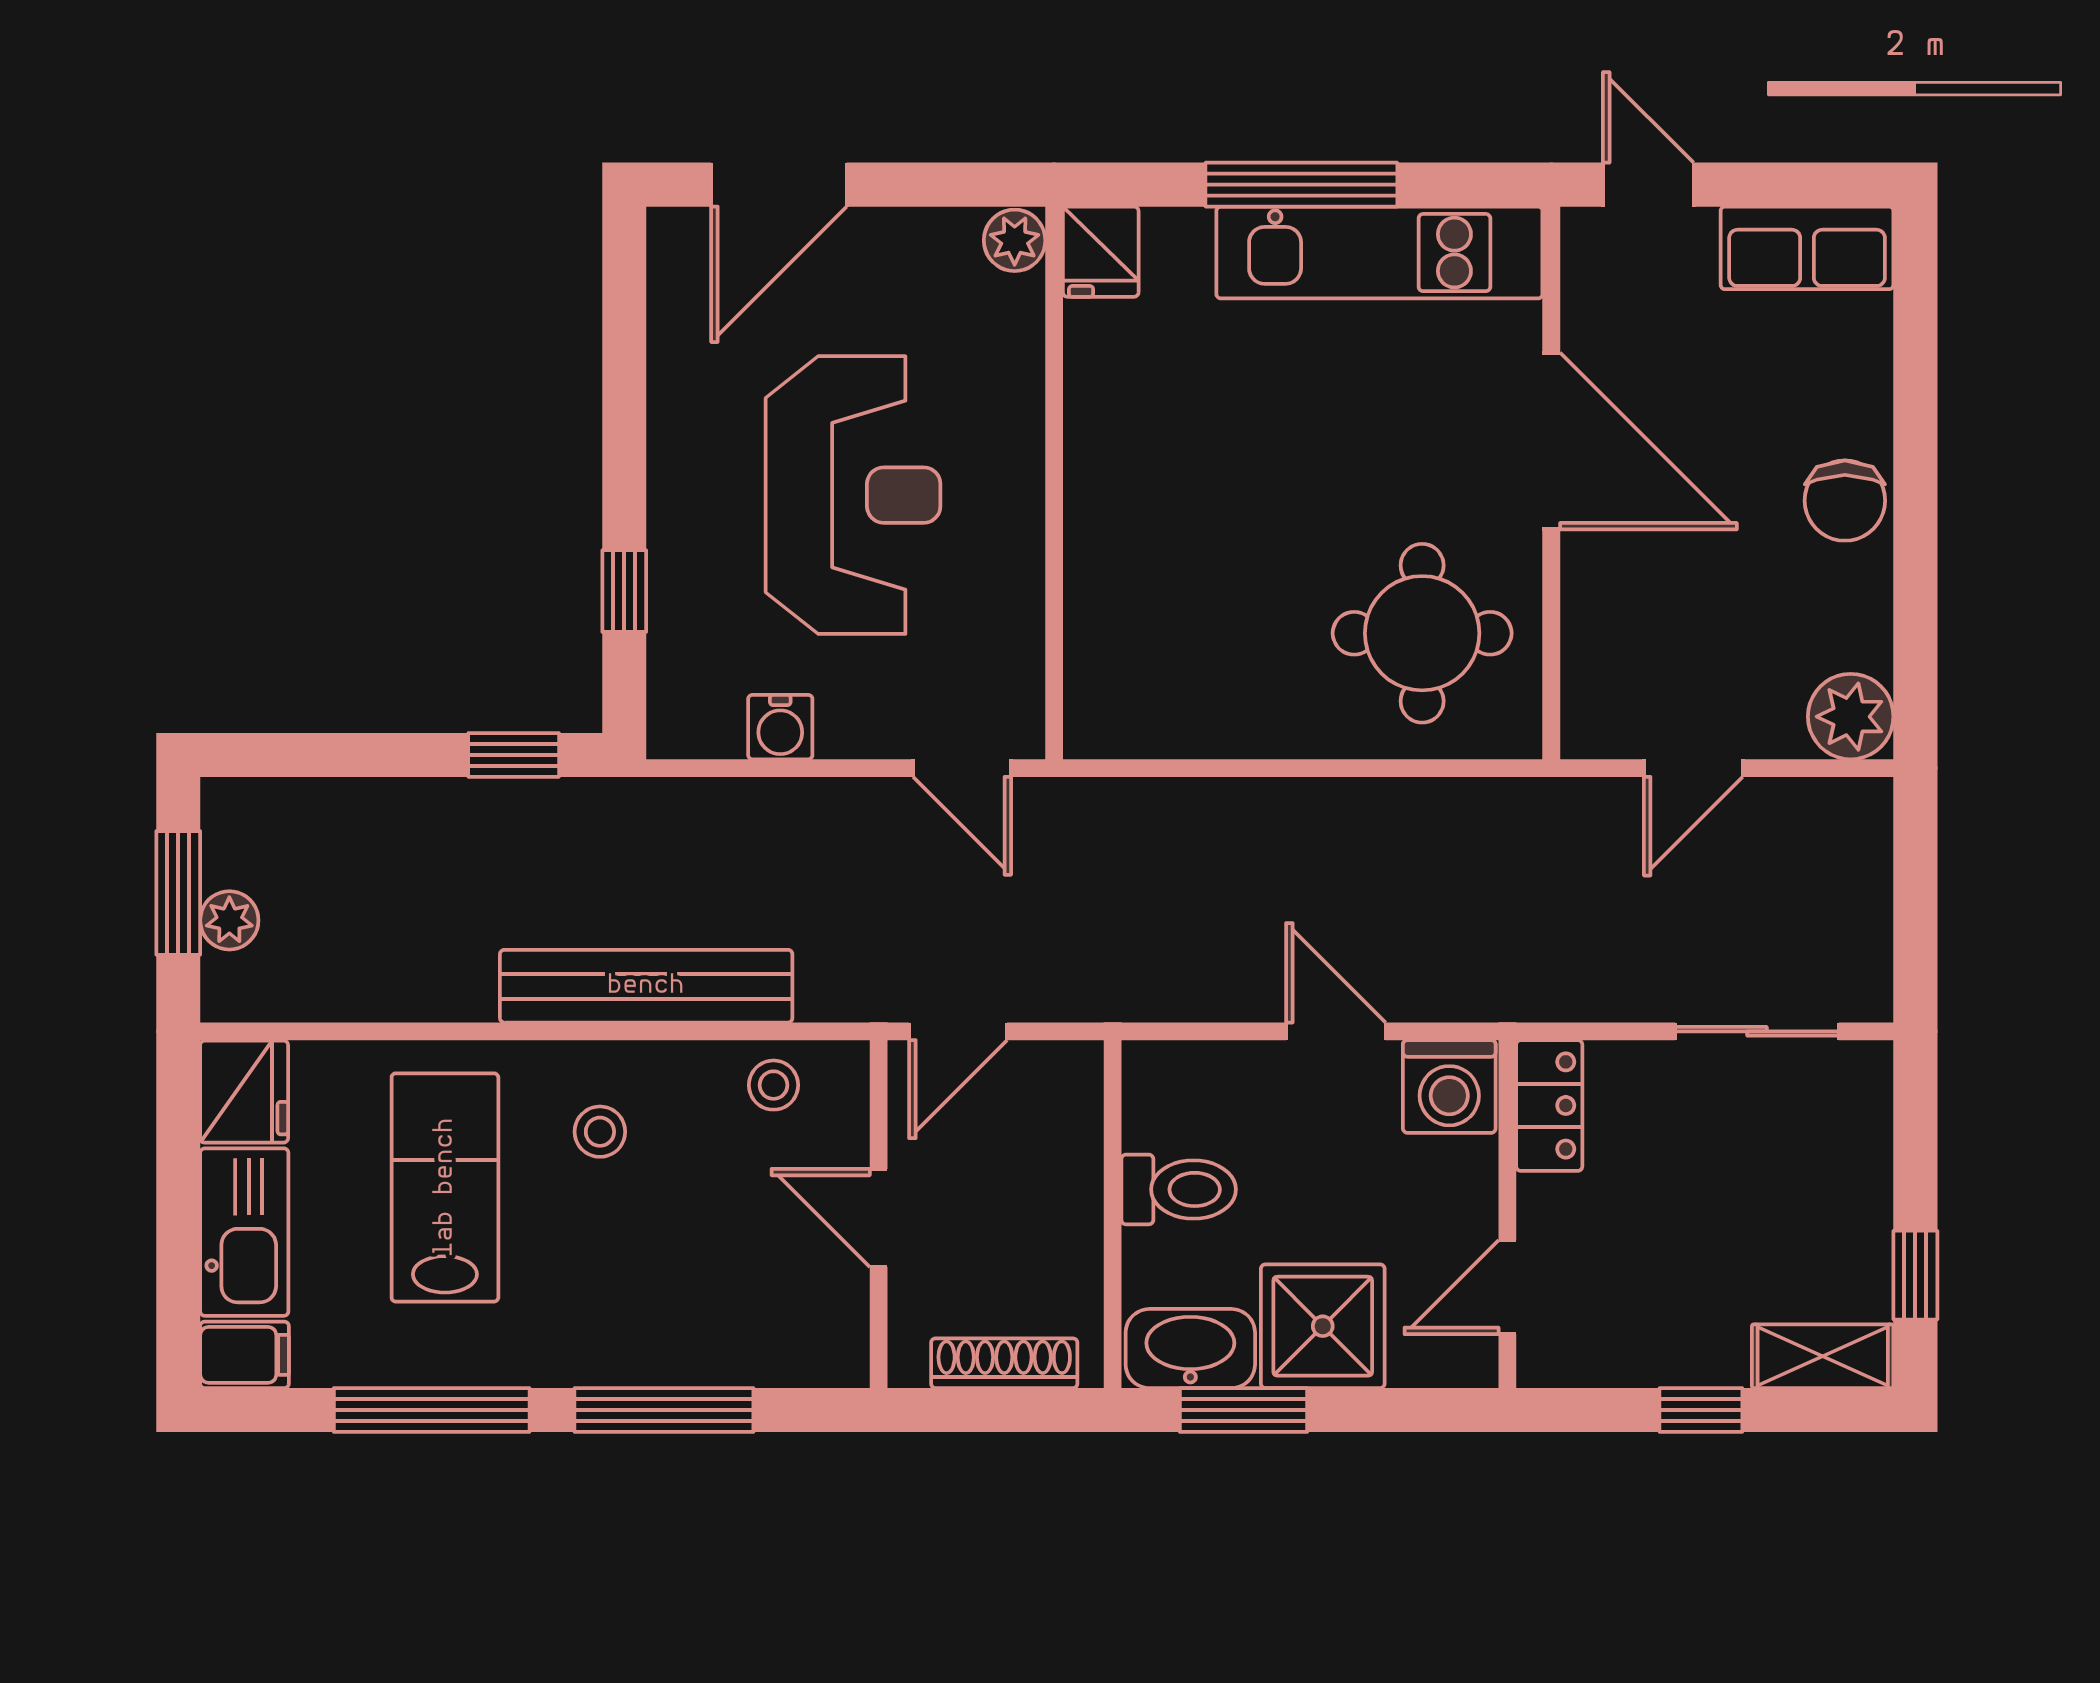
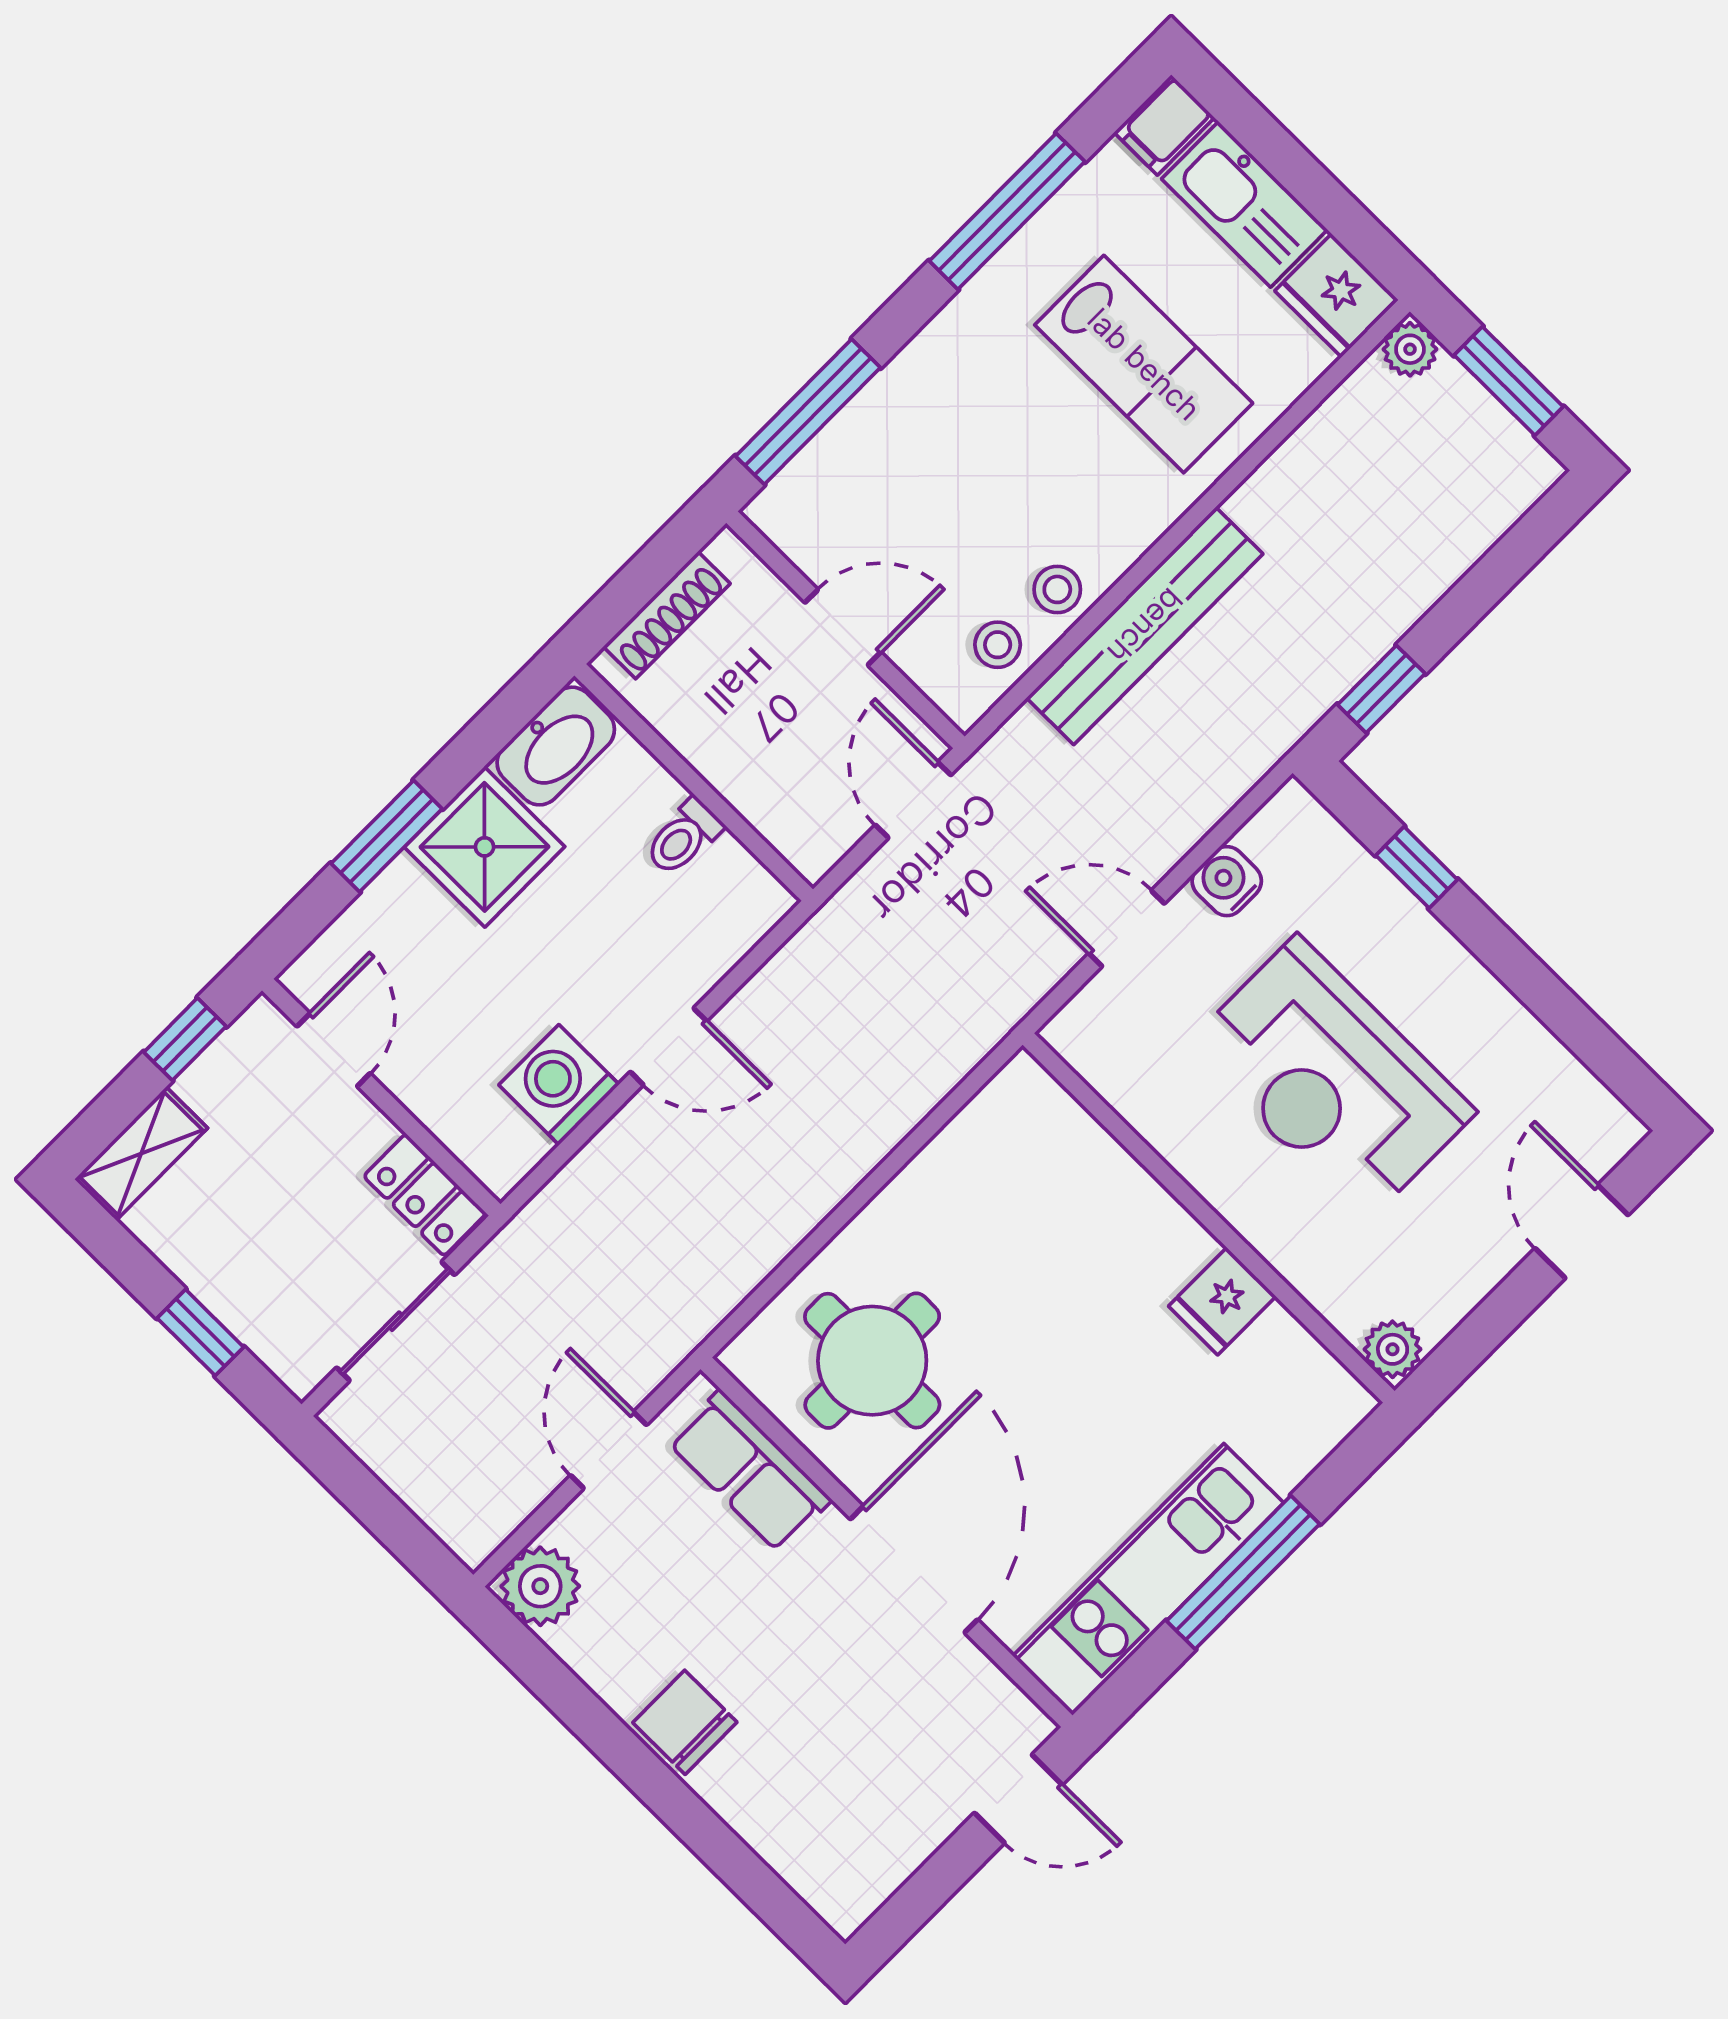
door: (779, 185) -> (1582, 1232), width x0.73
row of seats: (1807, 248) -> (750, 1471), moved, turned -90
fridge: (1101, 252) -> (1222, 1301), moved, turned -90
door: (1551, 441) -> (914, 1569), swing flipped
door: (962, 768) -> (1127, 928), moved
plant: (229, 920) -> (1410, 349), moved
locker: (1549, 1105) -> (425, 1195), moved
stool: (600, 1132) -> (1057, 589), moved
toilet: (1179, 1189) -> (684, 837), width x0.73, depth x0.72
wall: (1507, 1214) -> (381, 1097), moved
window: (1915, 1275) -> (200, 1333), moved
door: (1507, 1287) -> (334, 1050), moved
window: (664, 1410) -> (808, 412), moved
window: (1243, 1410) -> (387, 836), moved

